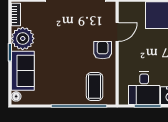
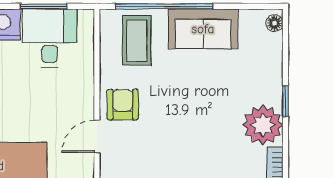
armchair: (103, 50) -> (123, 105), turned 180
sofa: (23, 71) -> (203, 29), moved, turned -90

